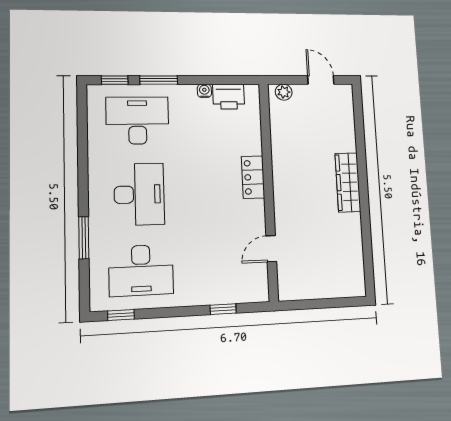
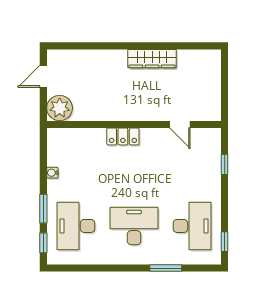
plant: (284, 92) -> (60, 108), width x1.88, depth x1.88
printer: (229, 97) -> (57, 153), removed
wardrobe: (348, 182) -> (152, 59), moved

